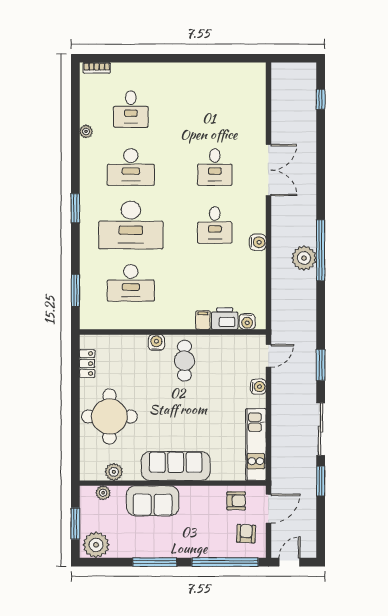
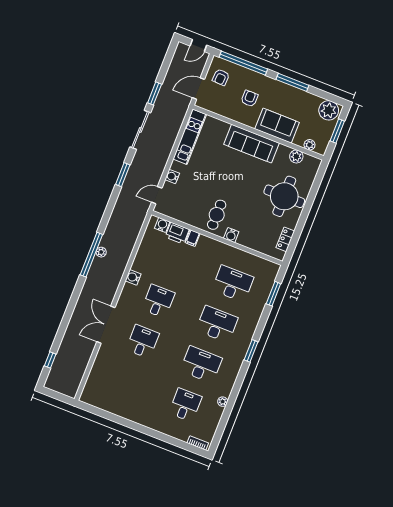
desk: (131, 225) -> (217, 324), width x0.73, depth x0.77
plant: (304, 258) -> (101, 252), width x0.53, depth x0.53
armchair: (236, 501) -> (249, 98), moved, turned 90

